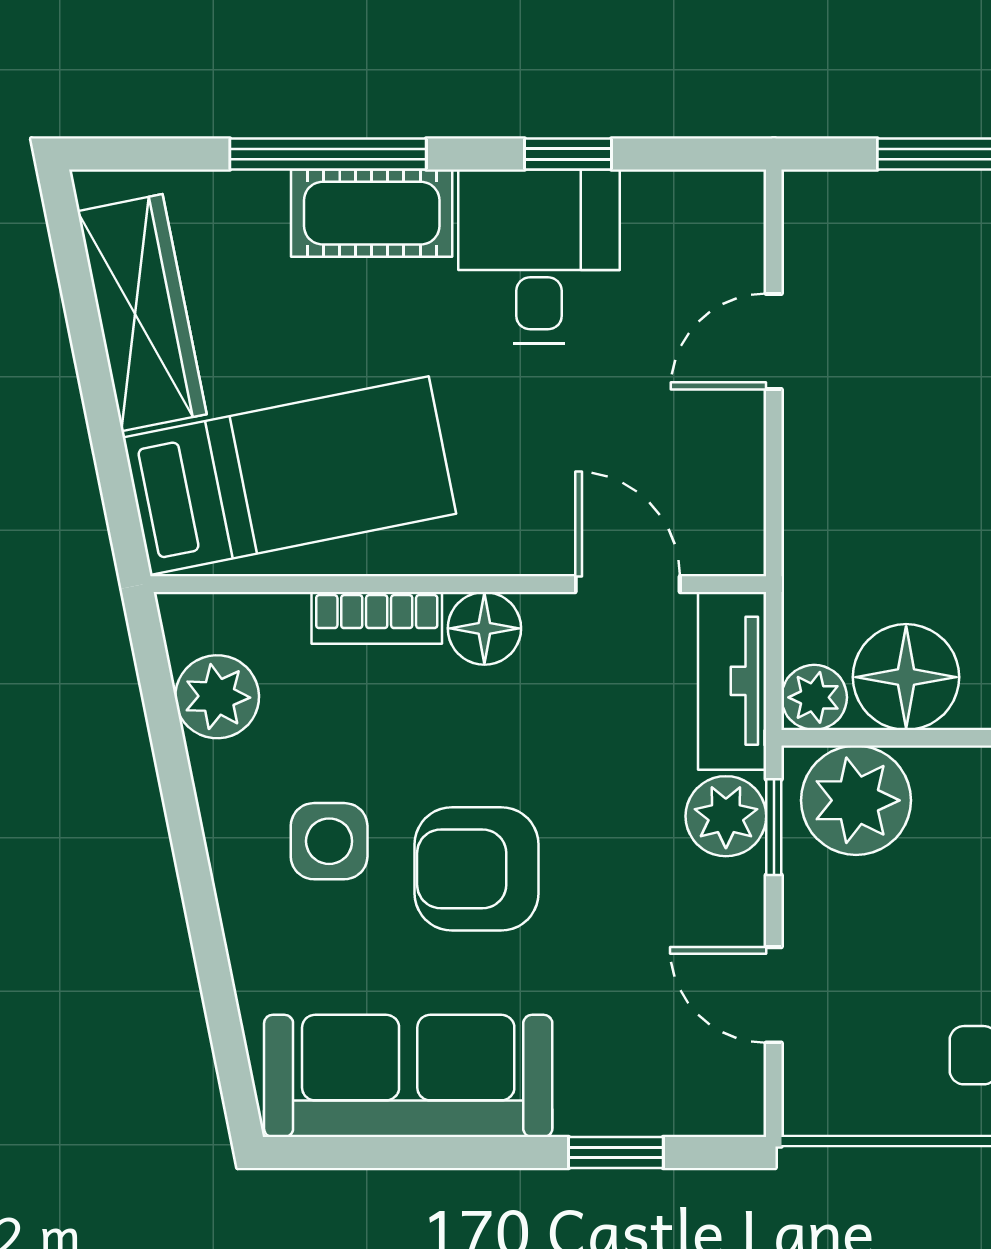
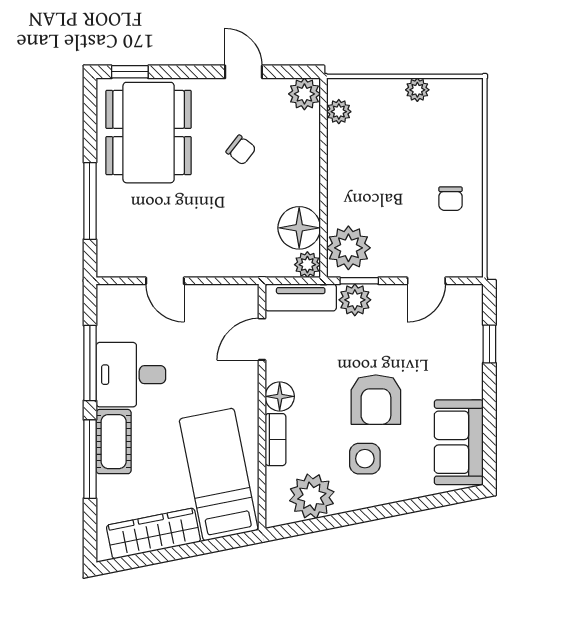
window: (568, 154) -> (90, 363), width x2.17
plant: (217, 697) -> (312, 496), width x1.36, depth x1.36
sofa: (408, 1076) -> (459, 442), width x0.73

